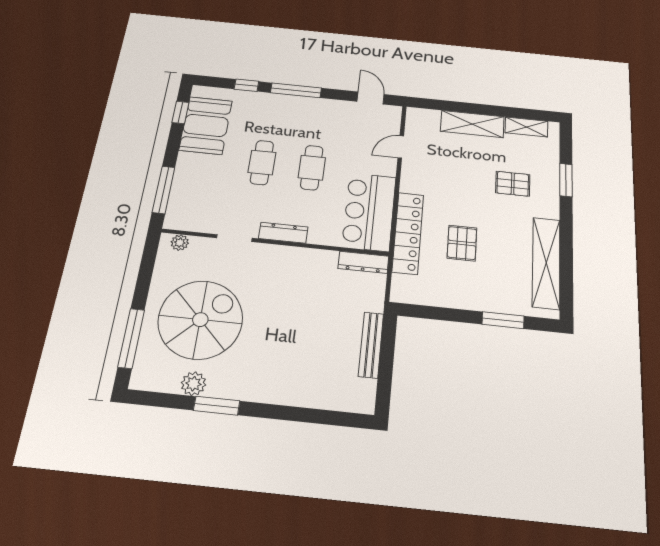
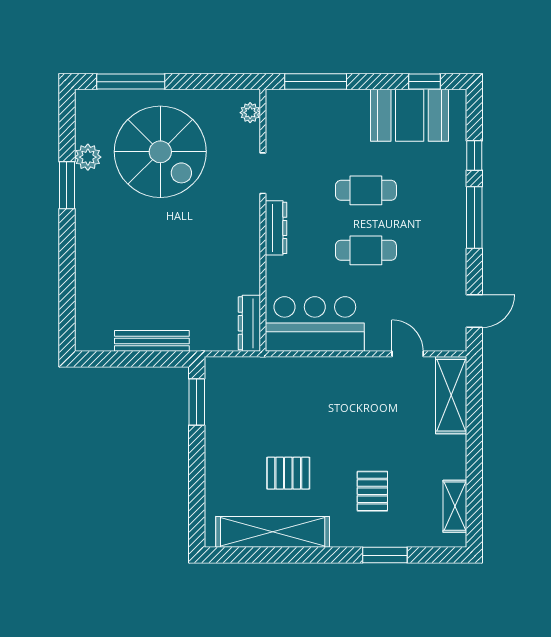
shelving: (472, 124) -> (451, 395), moved
locker: (408, 233) -> (292, 371), removed
pallet: (462, 243) -> (288, 473), moved
window: (503, 320) -> (197, 402), moved

